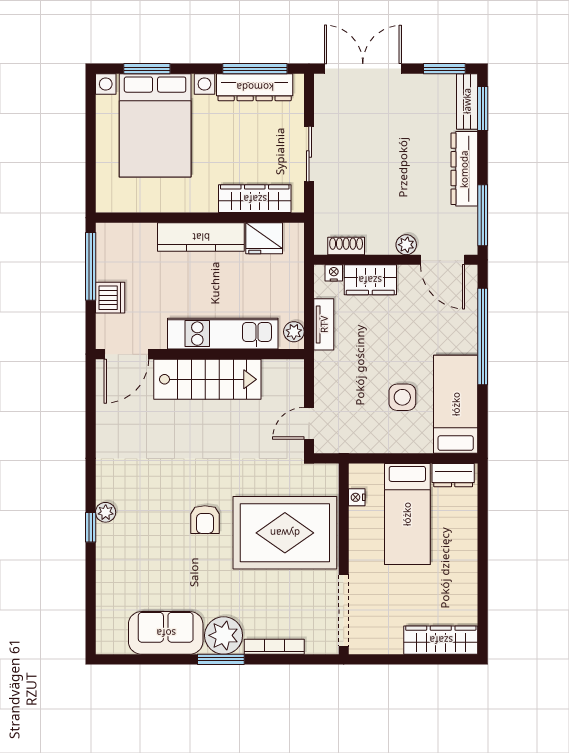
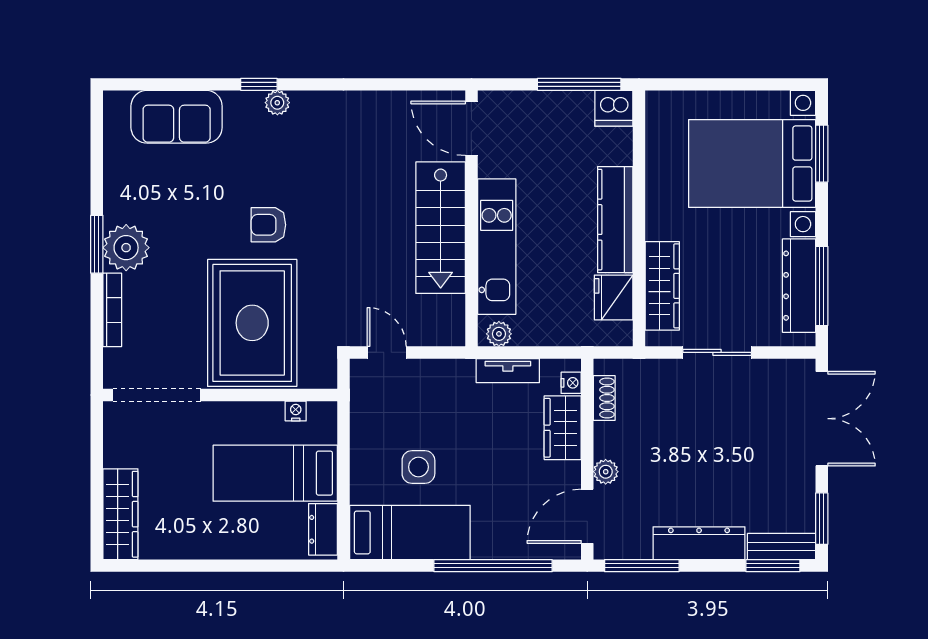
dishwasher: (110, 298) -> (614, 108), moved
sofa: (166, 633) -> (177, 117), moved, turned 90

